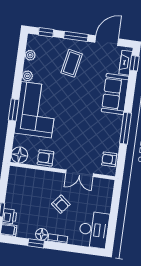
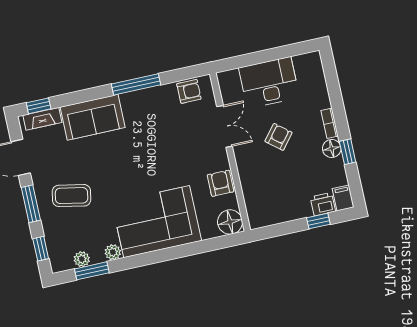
window: (14, 110) -> (92, 271), moved
armchair: (45, 158) -> (221, 183), turned 180
armchair: (109, 159) -> (189, 91), turned -90
desk: (94, 230) -> (269, 83), moved

